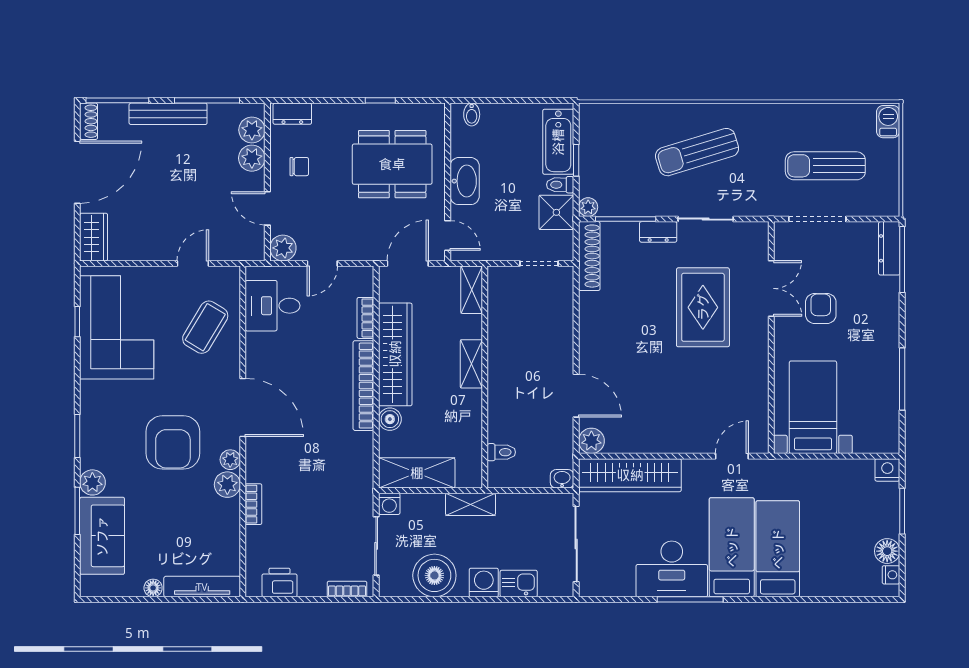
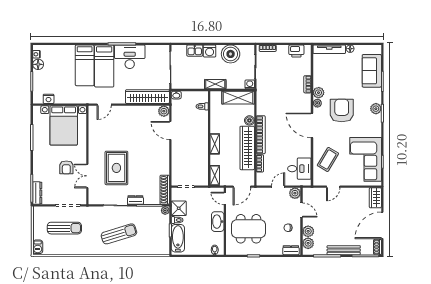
bed with nightstands: (813, 407) -> (64, 125), width x1.36
nightstand: (887, 470) -> (49, 99), moved
plant: (92, 482) -> (376, 109), moved

